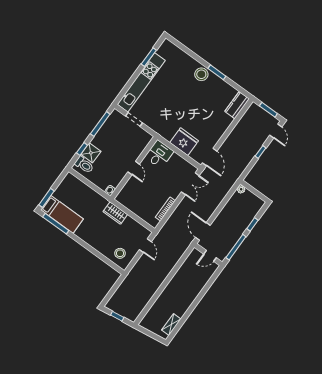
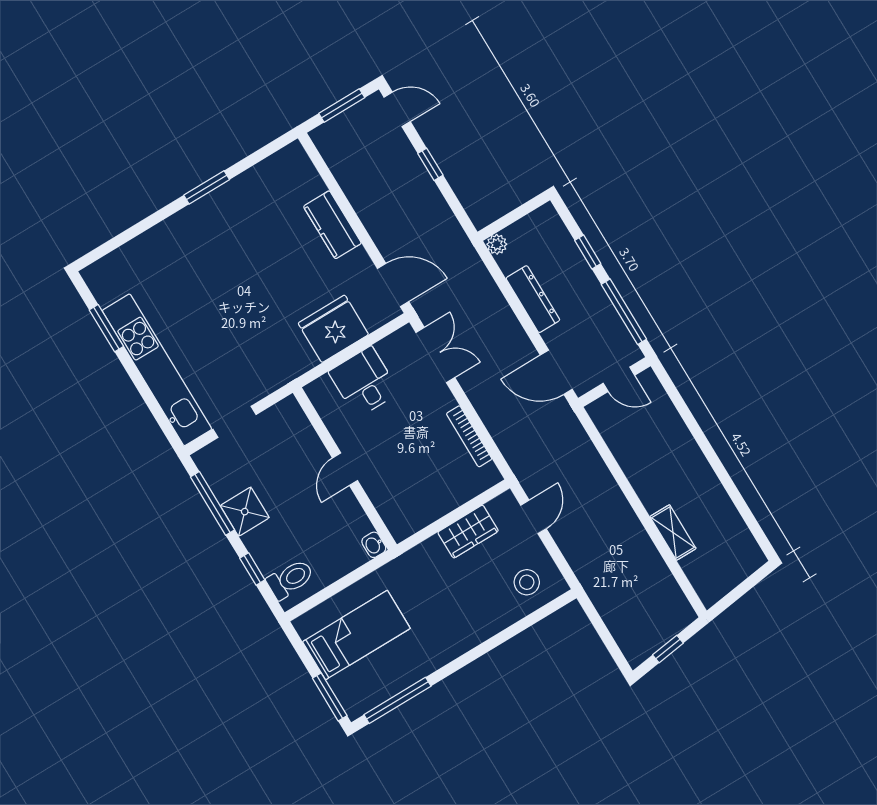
stool: (201, 74) -> (196, 225), removed
kitchen counter: (237, 105) -> (332, 225), moved
shower: (91, 153) -> (245, 512), moved
desk: (159, 154) -> (364, 382), moved
door: (134, 168) -> (345, 469), swing flipped
dresser: (226, 211) -> (533, 299), added
wardrobe: (115, 213) -> (468, 532), moved
bed: (62, 214) -> (356, 635), moved
door: (145, 246) -> (534, 517), hinge flipped
door: (210, 256) -> (619, 379), hinge flipped
shelving: (171, 325) -> (673, 532), moved

